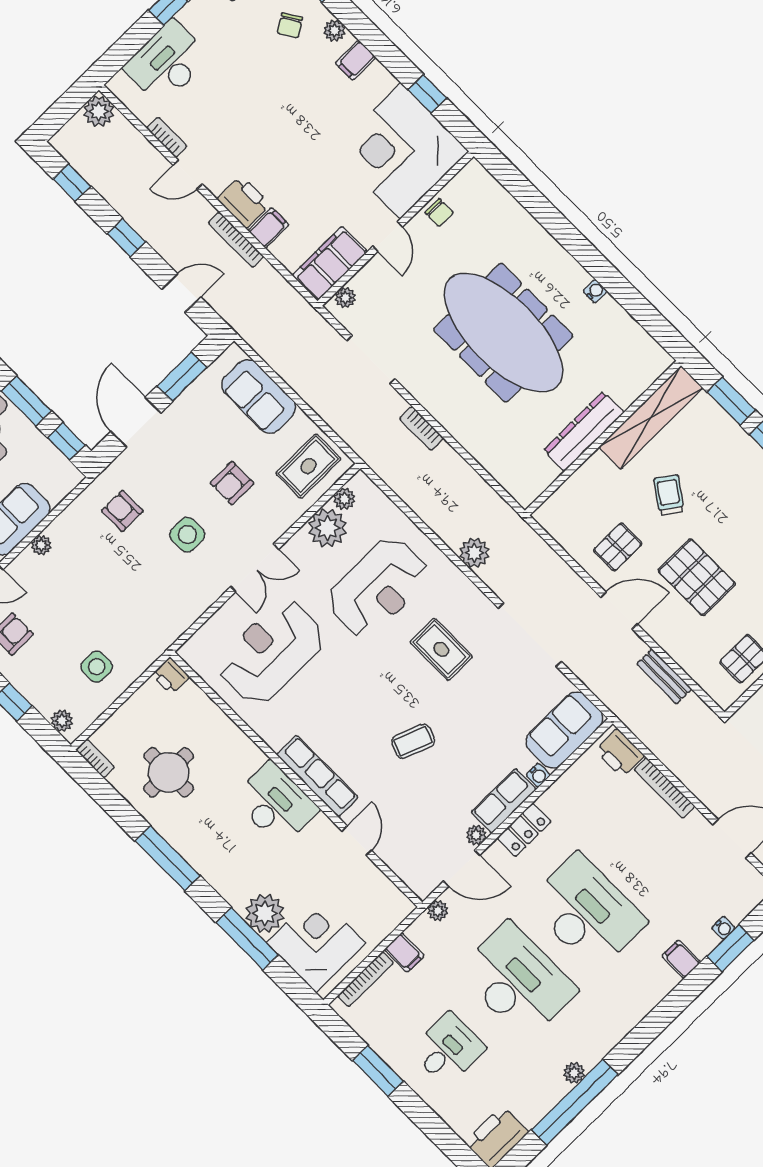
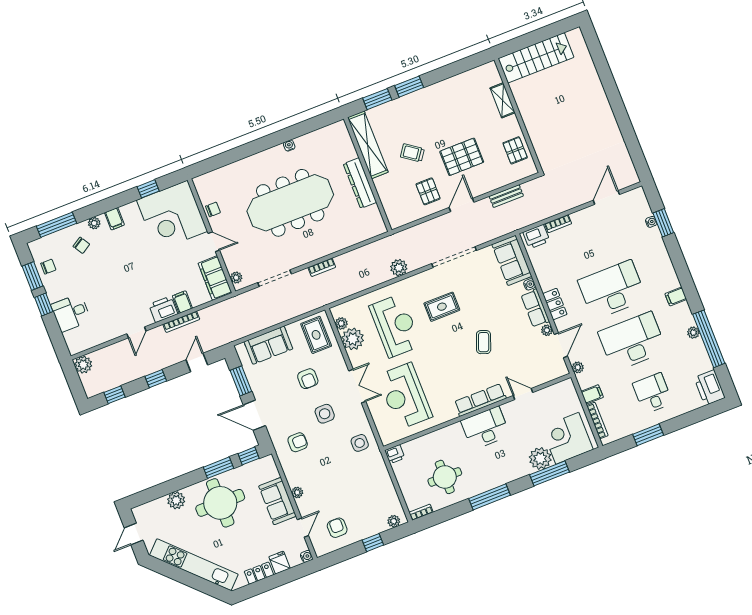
desk: (167, 62) -> (71, 313), width x0.73
bookcase: (167, 137) -> (112, 335), removed
armchair: (122, 511) -> (298, 442), turned 180
side table: (97, 667) -> (360, 443), moved
bookcase: (665, 788) -> (558, 224), width x0.64
filing cabinet: (681, 959) -> (676, 297), moved

